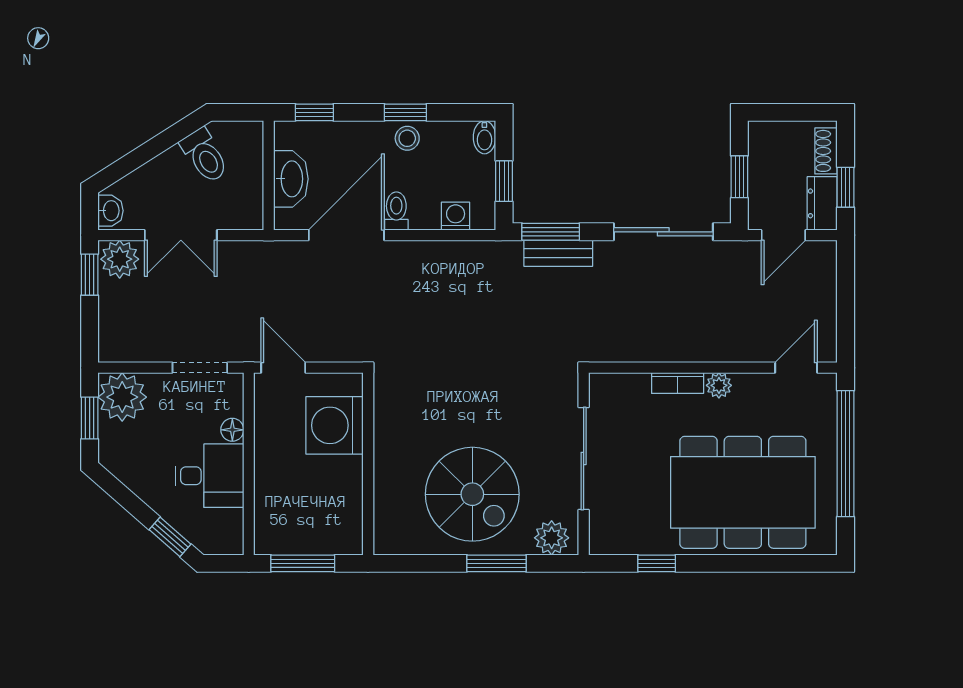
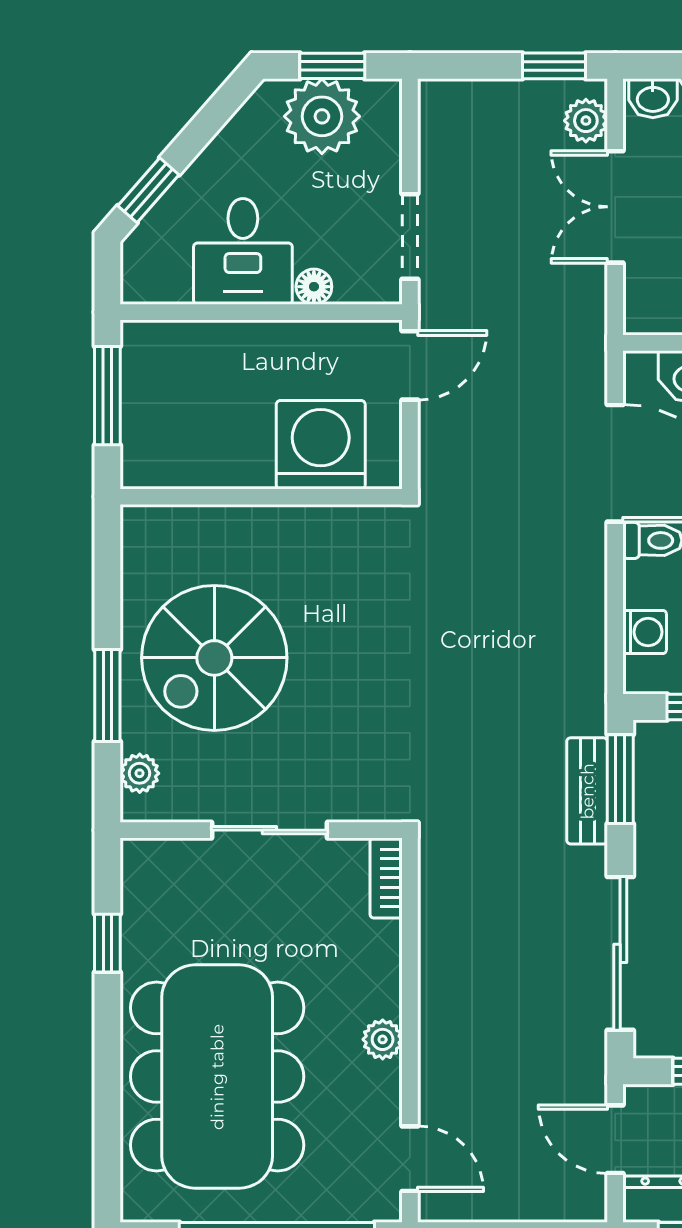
plant: (120, 259) -> (586, 121), width x0.73, depth x0.73
bookcase: (678, 383) -> (386, 878), moved
plant: (122, 397) -> (322, 116), moved
sliding door: (584, 459) -> (269, 830), width x0.73
plant: (552, 538) -> (140, 773), width x0.73, depth x0.73

